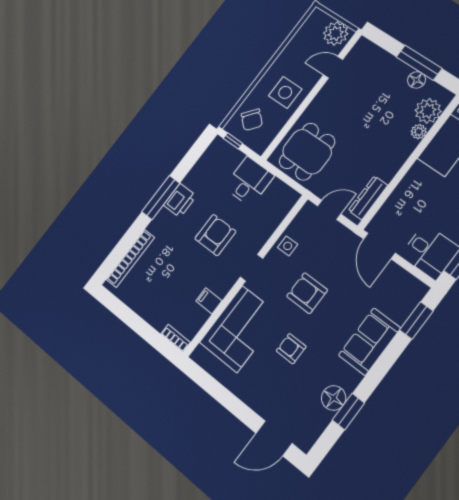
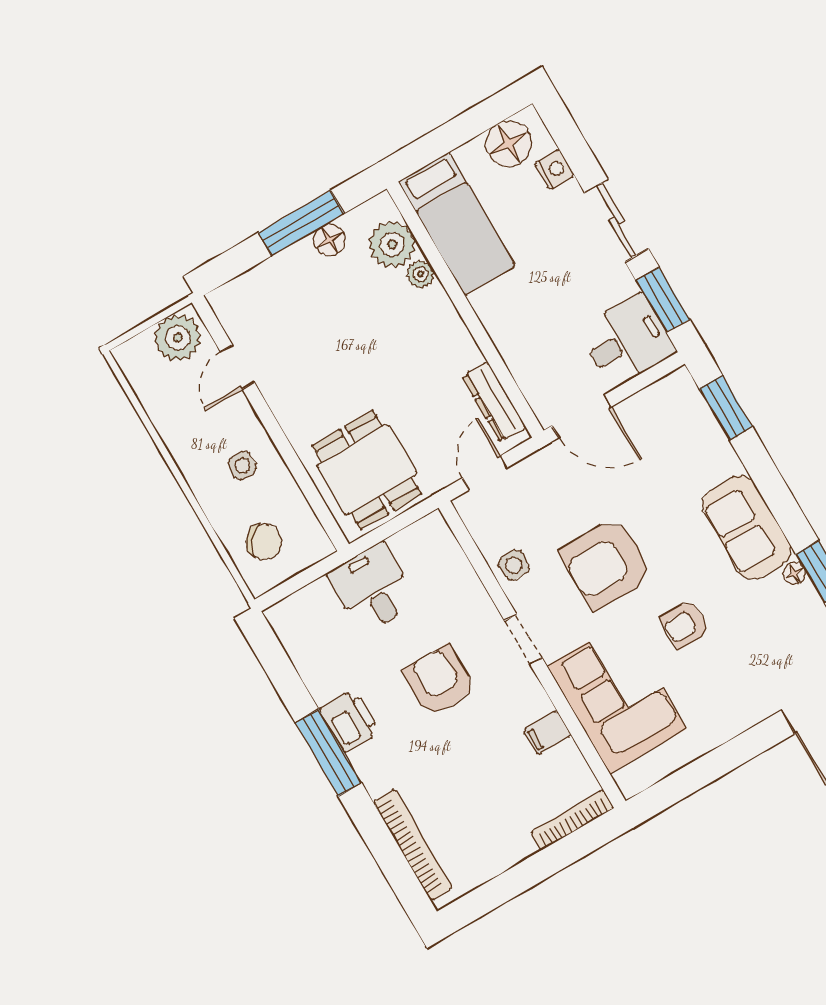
side table: (285, 92) -> (242, 466), width x0.54, depth x0.54
window: (233, 141) -> (286, 589), removed
armchair: (307, 293) -> (607, 564), width x1.36, depth x1.36
bookcase: (176, 338) -> (572, 820), width x1.56
sofa: (370, 342) -> (747, 527), moved
floor lamp: (334, 398) -> (795, 573), width x0.53, depth x0.53

